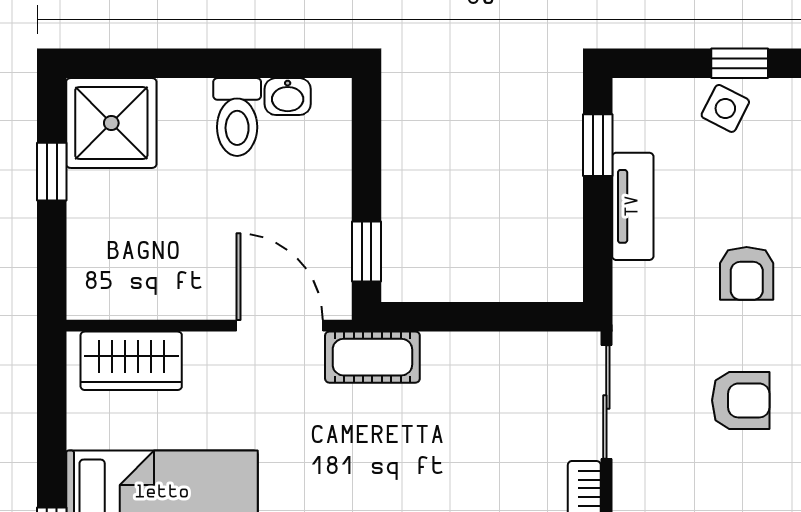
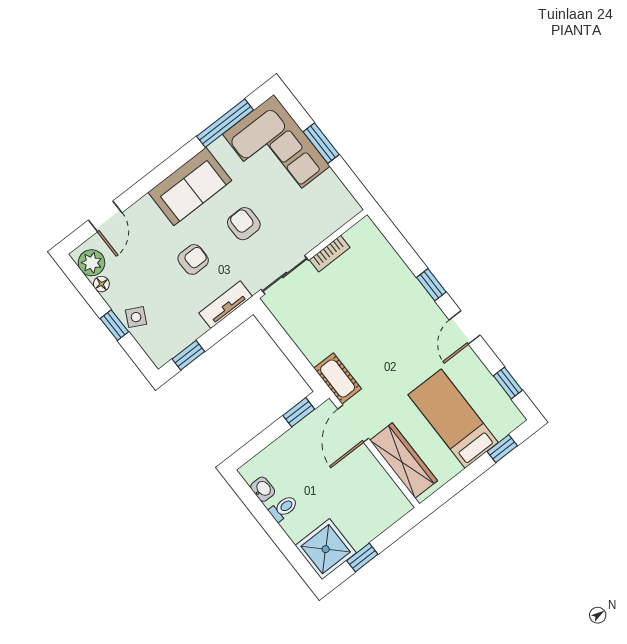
toilet: (237, 117) -> (283, 508), width x0.73, depth x0.72
tv unit: (633, 206) -> (226, 305), moved
wardrobe: (131, 361) -> (404, 460), width x1.50

